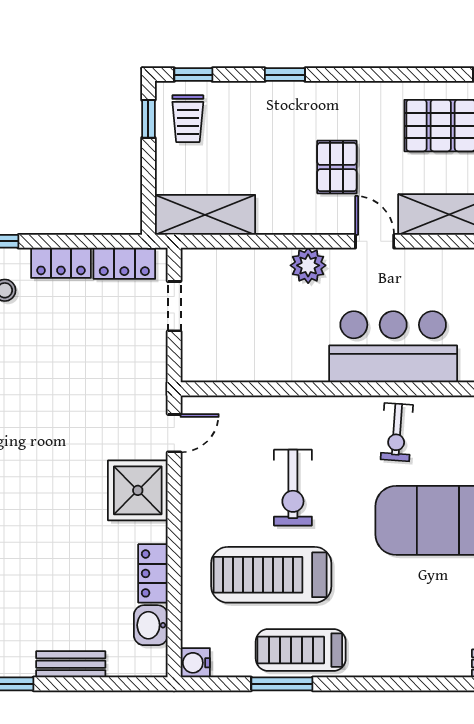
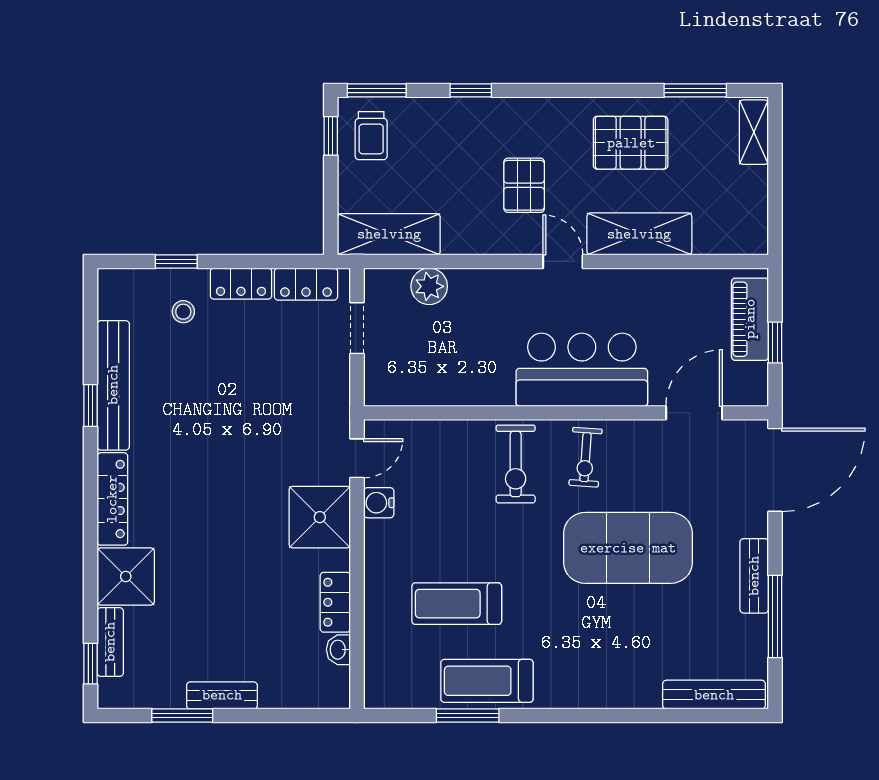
window: (193, 75) -> (377, 90), width x1.50
plant: (308, 265) -> (429, 286), moved
exercise bike: (293, 488) -> (516, 464), moved
treadmill: (271, 575) -> (457, 604), width x0.73, depth x0.73
washbasin: (151, 625) -> (338, 650), width x0.72, depth x0.69
water cooler: (195, 663) -> (379, 503), moved
bench: (71, 664) -> (222, 695), moved

